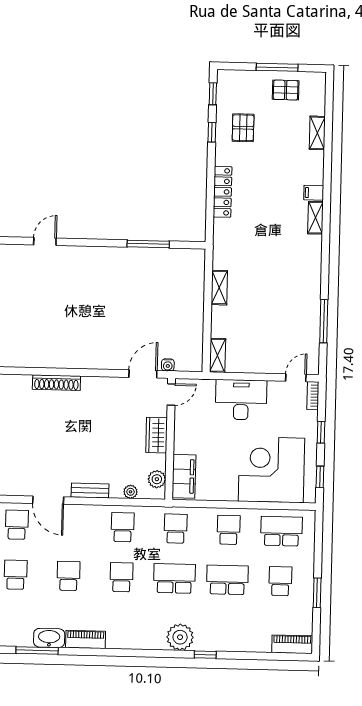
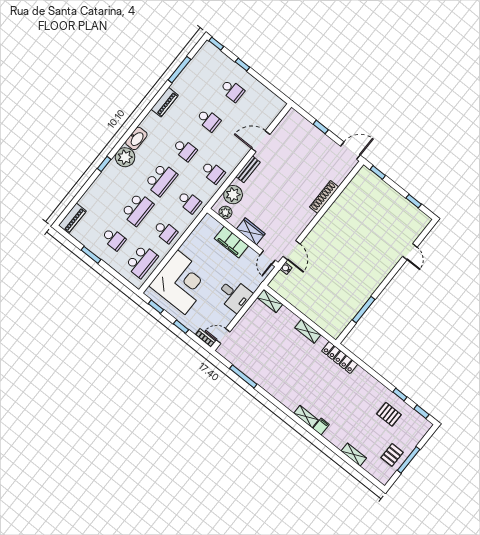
locker: (223, 192) -> (340, 358), moved
door: (296, 378) -> (223, 336), swing flipped
desk: (241, 400) -> (234, 295), width x0.73
filing cabinet: (184, 476) -> (231, 242), moved
plant: (130, 492) -> (233, 195), width x1.88, depth x1.88
school desk: (17, 525) -> (260, 113), removed
washbasin: (49, 638) -> (136, 138), moved

